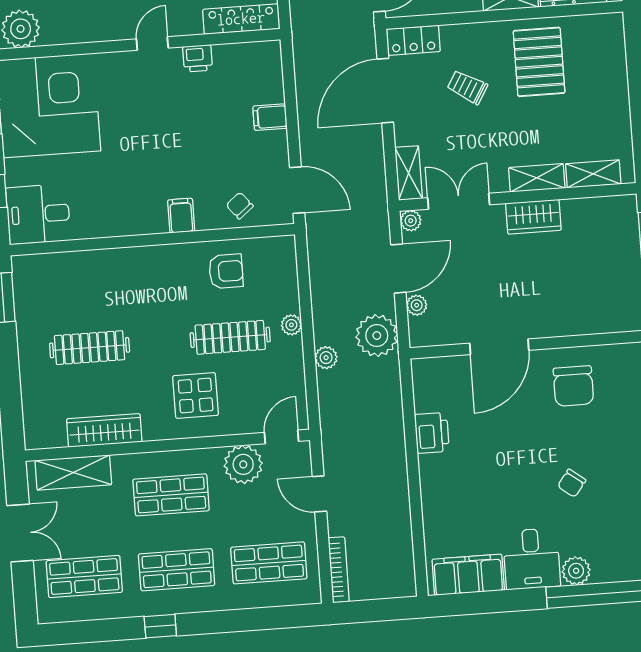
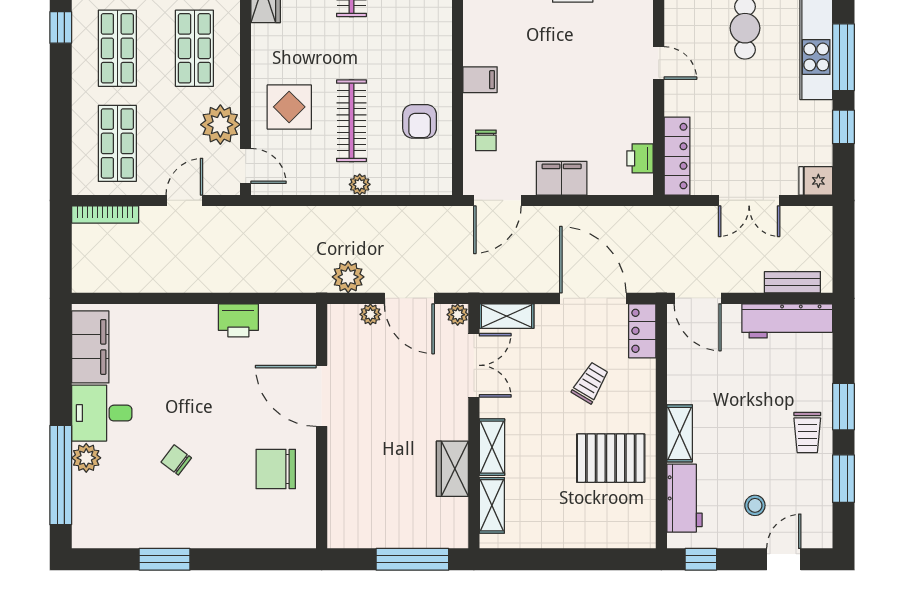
printer: (198, 58) -> (640, 158), moved
filing cabinet: (270, 117) -> (562, 178), width x2.00
chair: (240, 206) -> (486, 140), turned 129
wardrobe: (533, 217) -> (452, 469), moved
plant: (377, 336) -> (348, 277), width x0.73, depth x0.73
plant: (326, 358) -> (324, 218), removed
display table: (196, 396) -> (289, 107), moved

